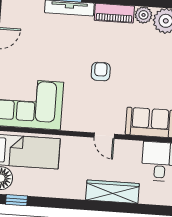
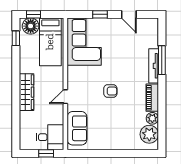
wardrobe: (112, 192) -> (26, 92), moved

